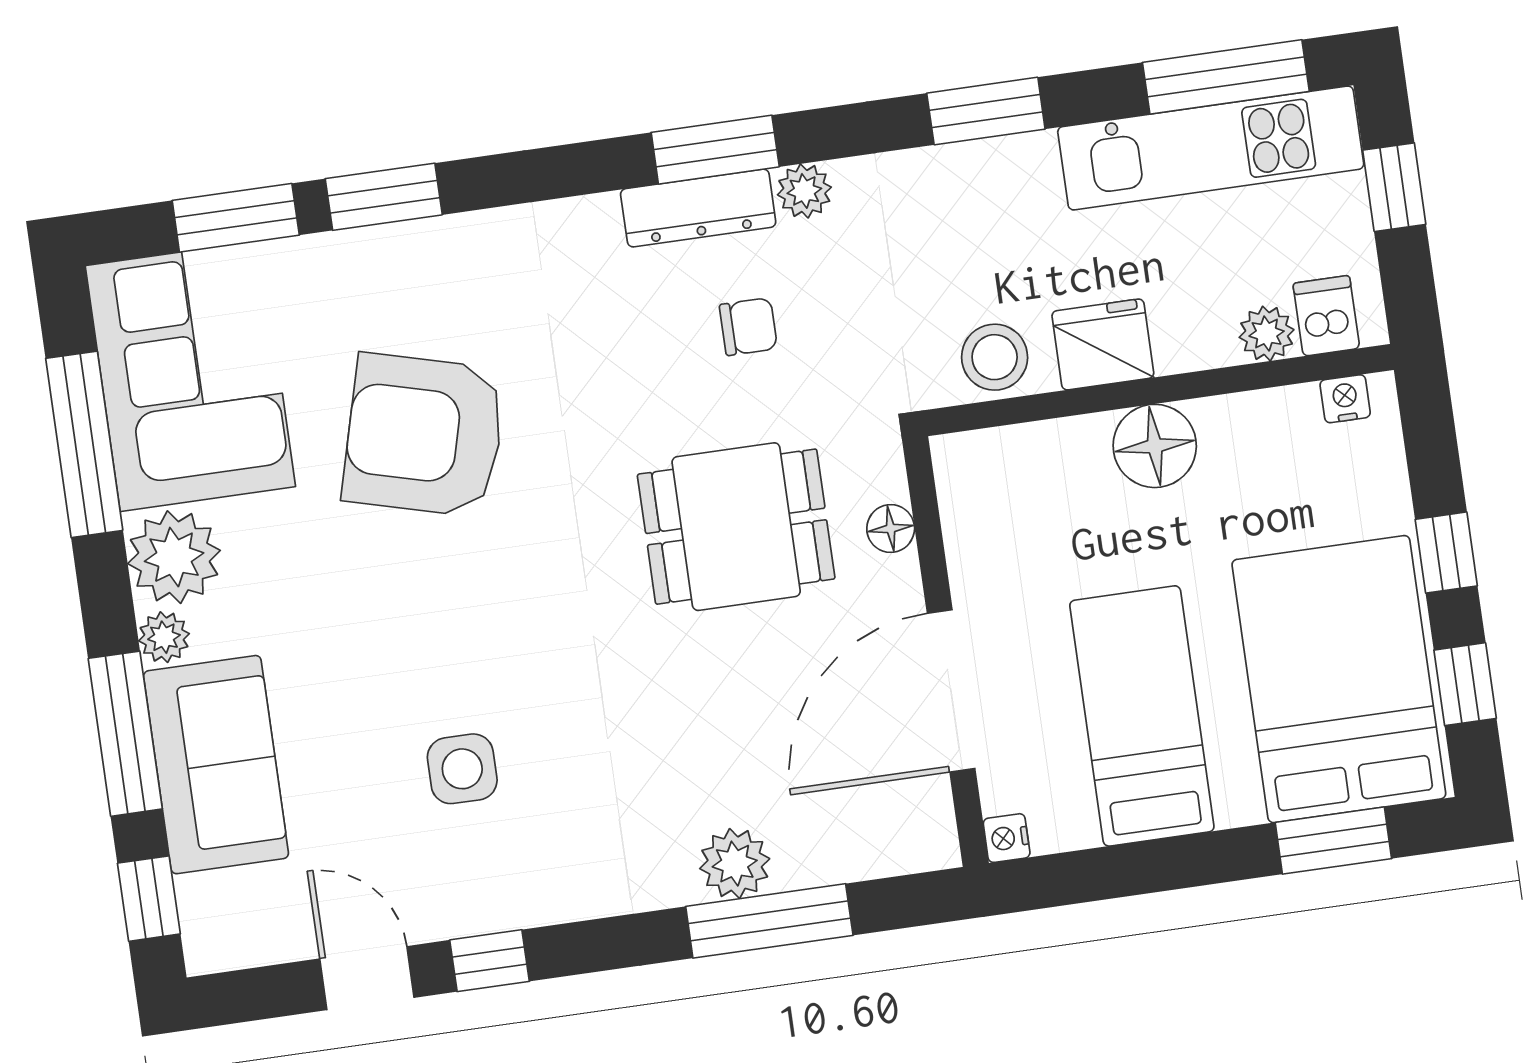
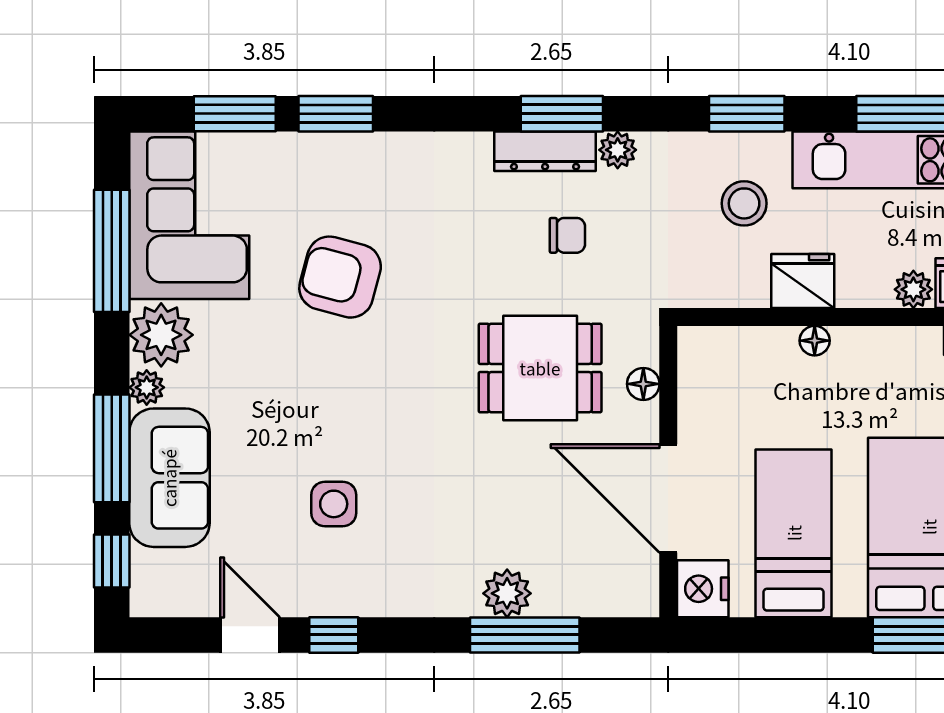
stool: (995, 357) -> (744, 203), moved
armchair: (424, 435) -> (340, 277), width x0.73, depth x0.73
floor lamp: (1155, 446) -> (815, 341), width x0.53, depth x0.53
door: (951, 691) -> (668, 498), hinge flipped
nightstand: (1007, 838) -> (703, 589), width x1.89, depth x1.79

